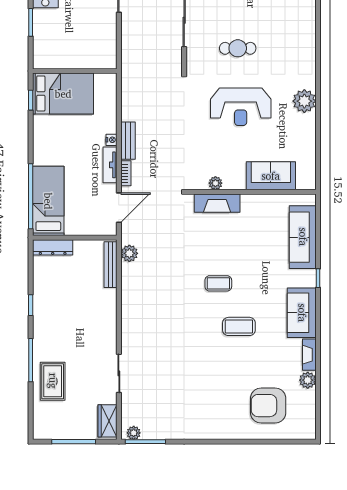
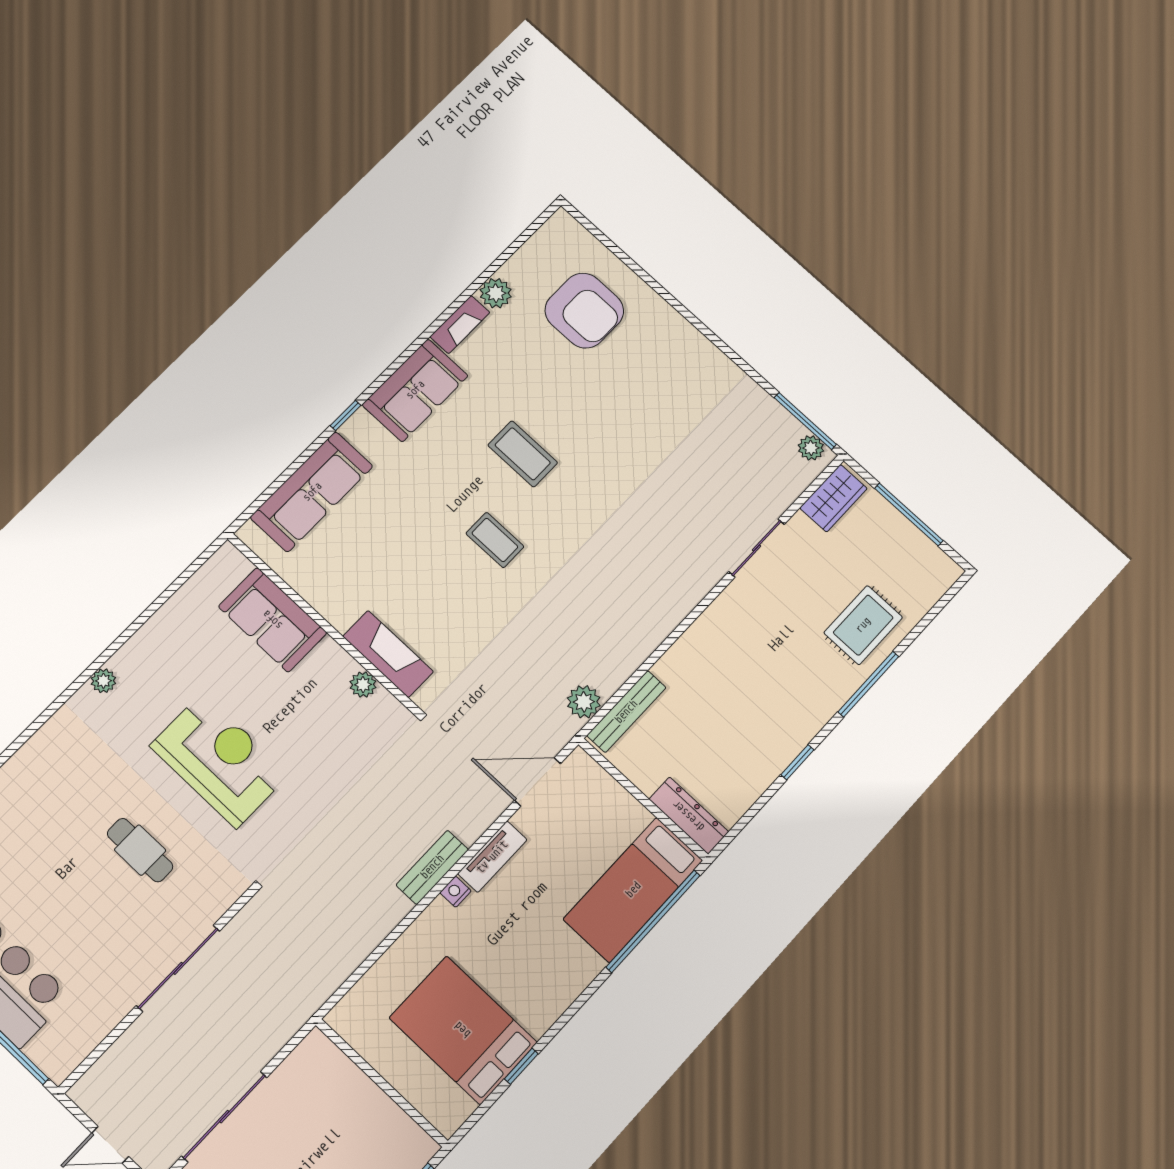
wall: (75, 71) -> (382, 1083), moved
plant: (304, 101) -> (103, 681), width x0.53, depth x0.53
bookcase: (126, 173) -> (480, 822), removed

